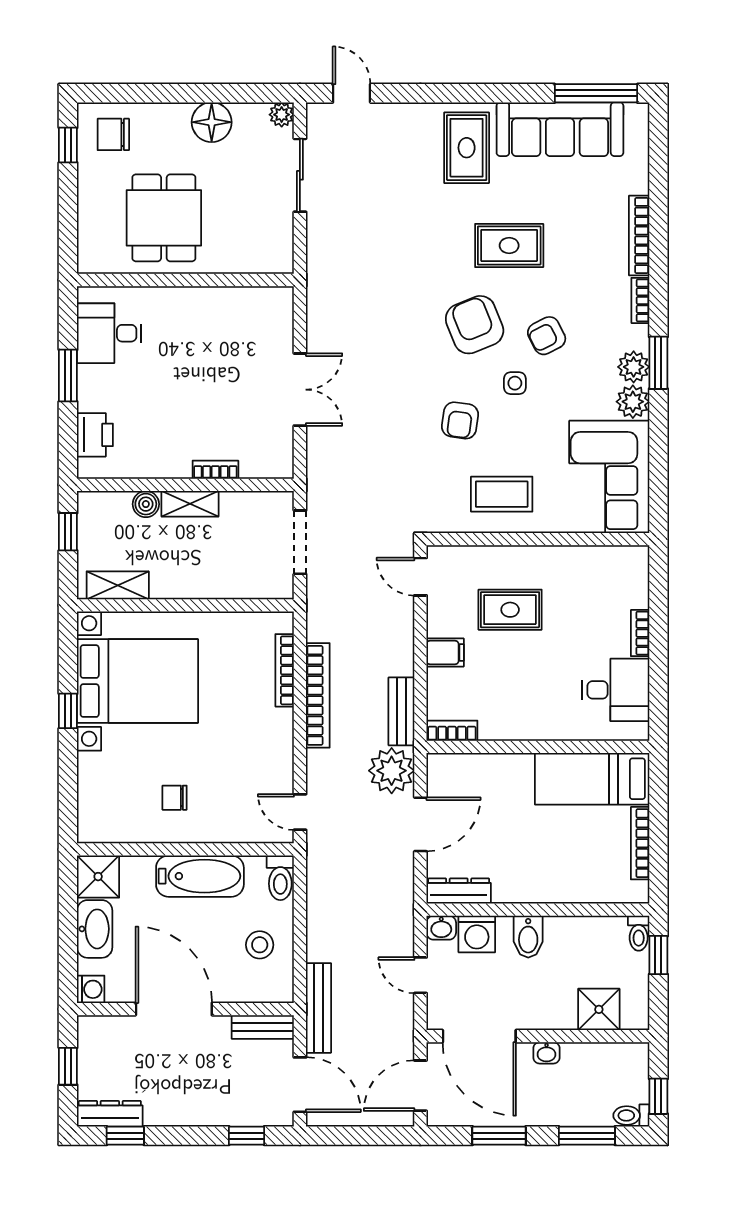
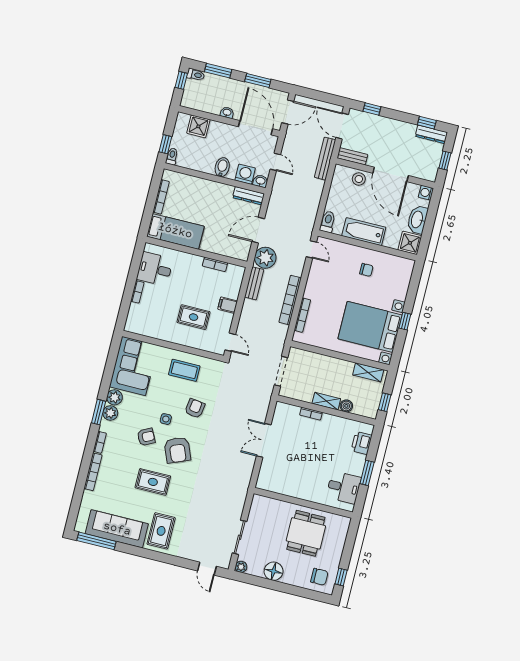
bookcase: (452, 731) -> (215, 264), moved
stool: (260, 945) -> (359, 179), moved

